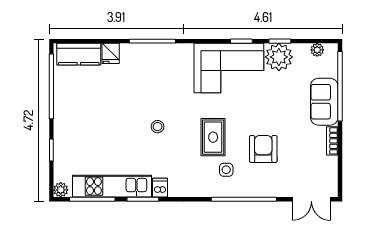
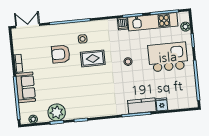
kitchen counter: (79, 54) -> (142, 106), moved
corner sofa: (229, 68) -> (87, 102), removed
kitchen island: (94, 128) -> (168, 57), added
rug: (213, 137) -> (93, 58), turned 90
armchair: (263, 149) -> (61, 54), turned 90
plant: (61, 190) -> (185, 27), moved

